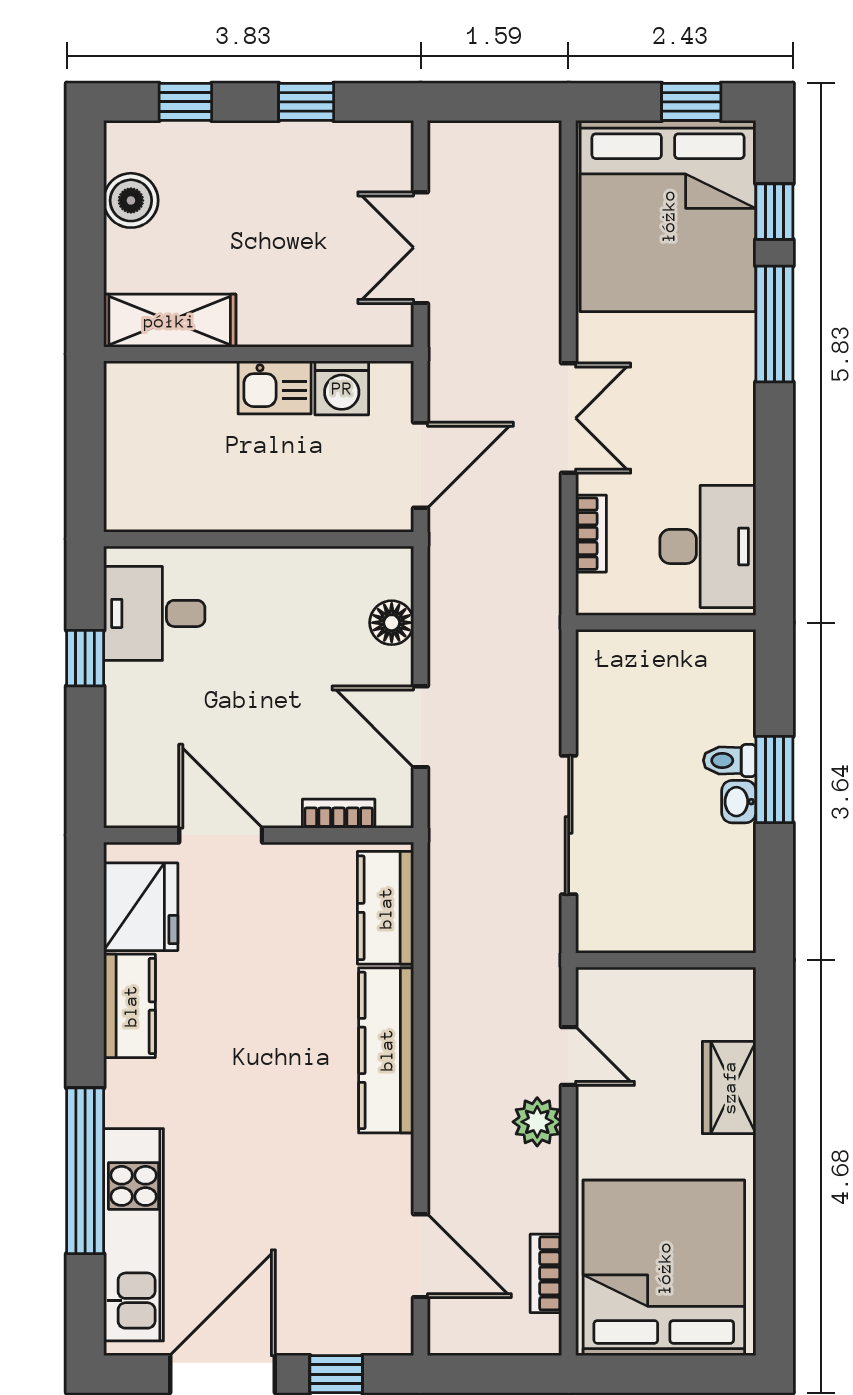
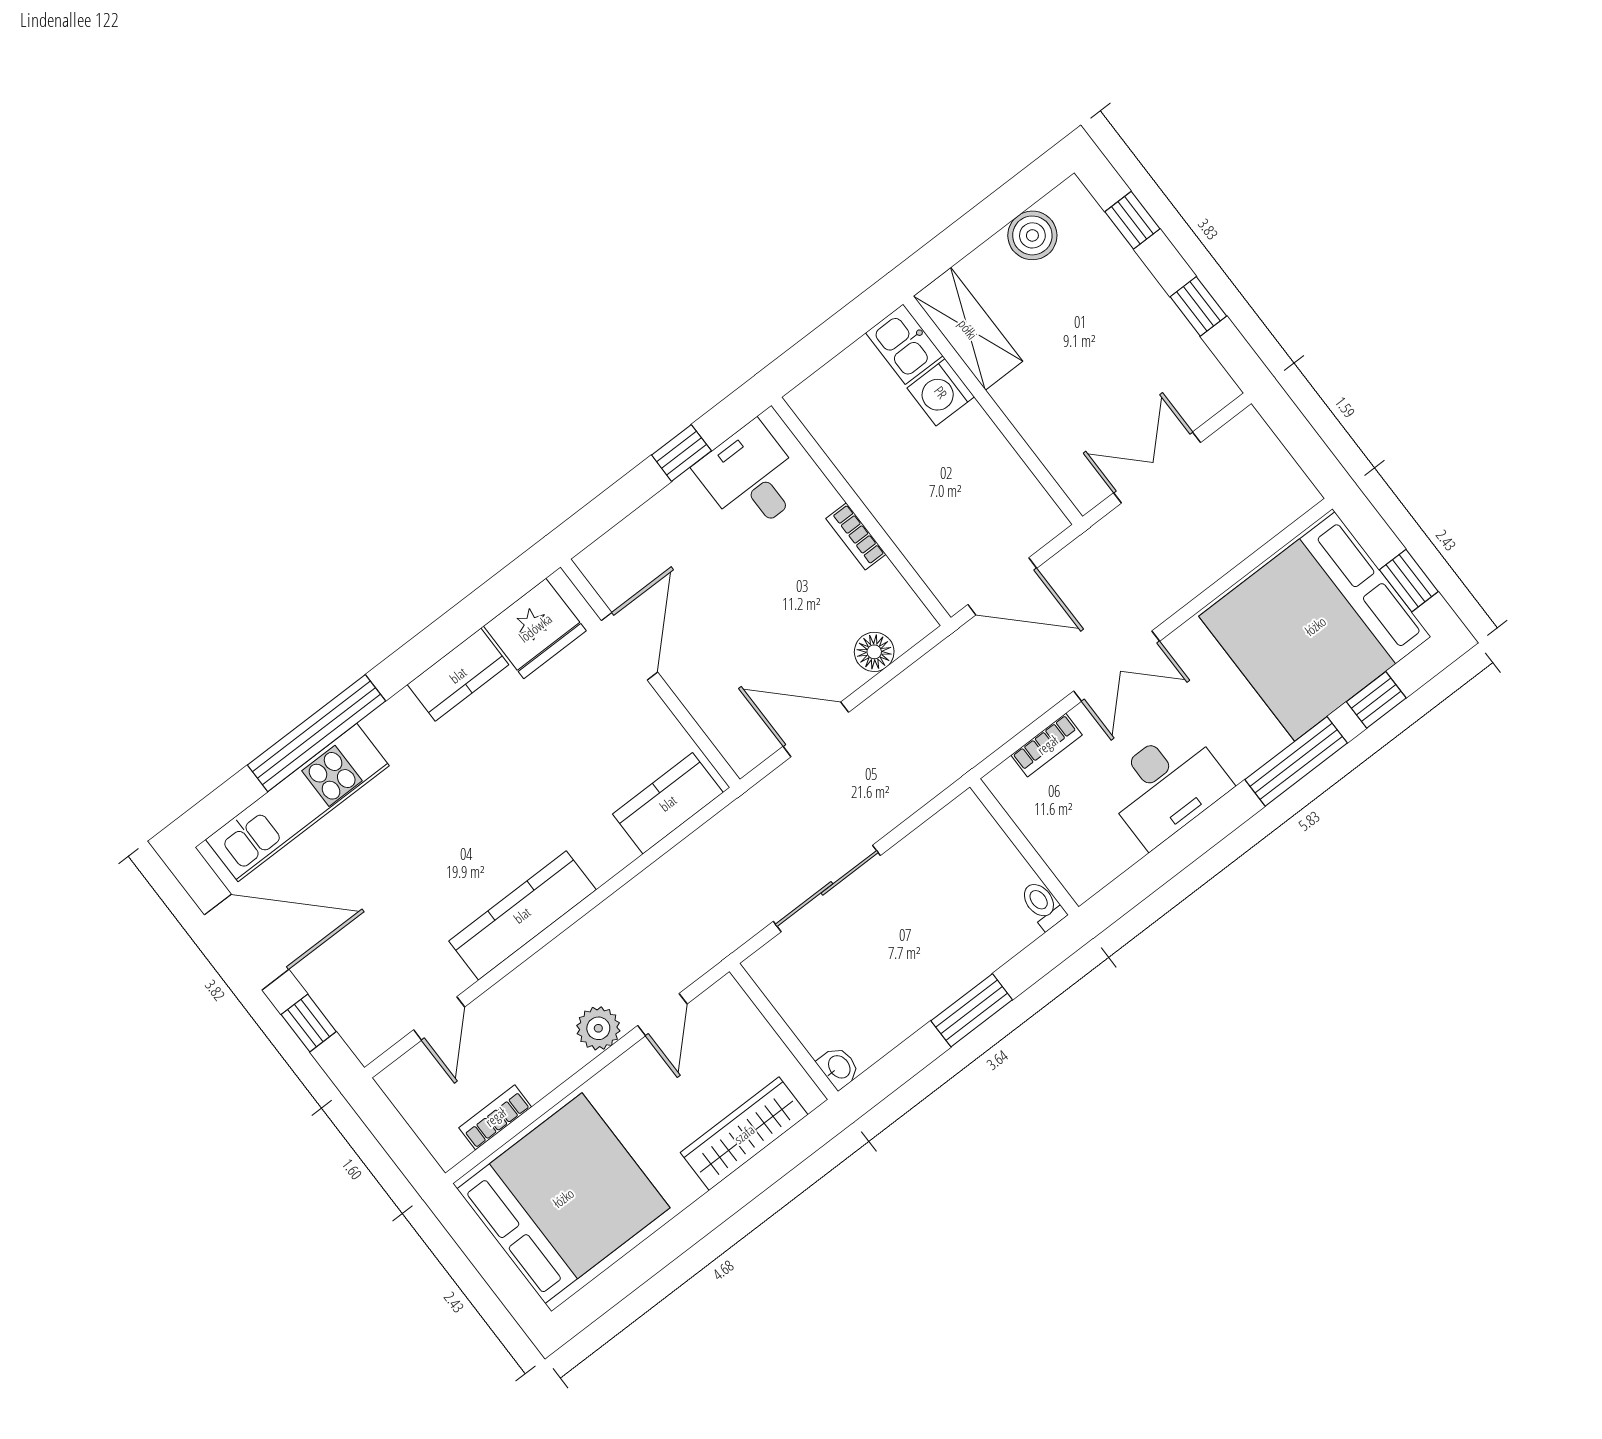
kitchen sink: (275, 387) -> (904, 344), moved
washing machine: (342, 388) -> (941, 392), moved
desk: (708, 546) -> (1166, 786), moved
door: (421, 727) -> (816, 729), hinge flipped
toilet: (730, 760) -> (1043, 905), moved
washbasin: (739, 802) -> (839, 1067), moved, turned 90
bookcase: (339, 814) -> (856, 536), moved, turned 180
kitchen counter: (386, 1050) -> (522, 915), moved
wardrobe: (729, 1087) -> (744, 1134), width x1.50
door: (421, 1256) -> (439, 1018), width x0.73

